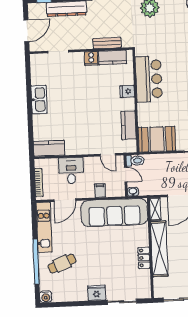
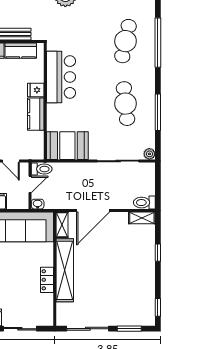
kitchen counter: (128, 125) -> (36, 114), moved
door: (126, 175) -> (30, 184), hinge flipped

